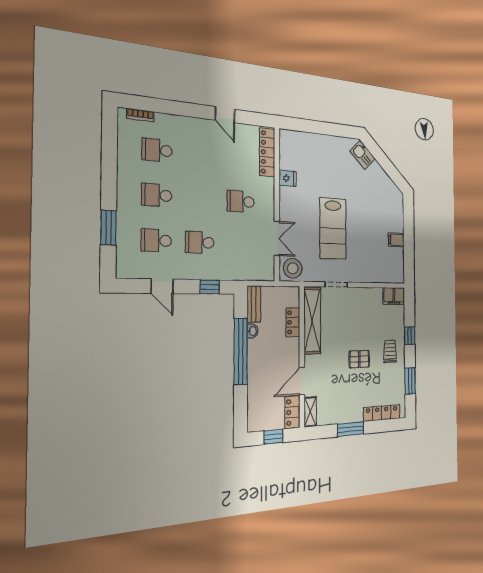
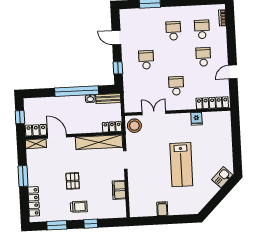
lab bench: (333, 229) -> (181, 165), moved, turned -90
double door: (277, 238) -> (154, 113), swing flipped
school desk: (156, 240) -> (203, 57), moved
door: (162, 286) -> (116, 38), hinge flipped
filing cabinet: (394, 296) -> (119, 190), moved
locker: (293, 322) -> (112, 127), moved

